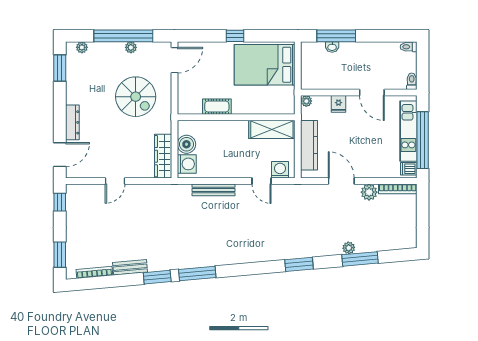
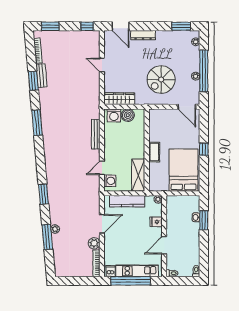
window: (336, 36) -> (204, 220), width x0.69
cot: (217, 107) -> (154, 152), moved
window: (157, 277) -> (33, 81), moved

